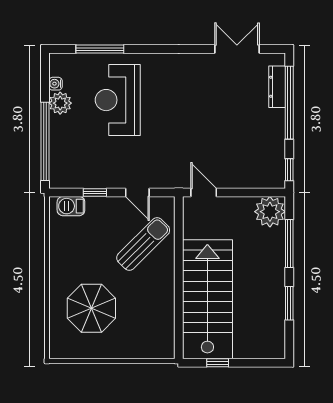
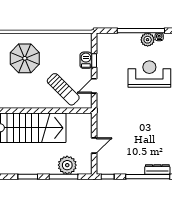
window: (45, 141) -> (141, 31), moved
door: (204, 192) -> (94, 145), moved
barbecue: (71, 206) -> (86, 60), moved
plant: (270, 212) -> (67, 165), moved

